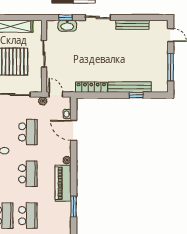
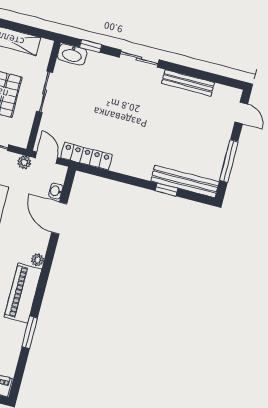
washbasin: (67, 26) -> (72, 54), moved
locker: (91, 87) -> (86, 156), moved
bench: (130, 87) -> (185, 181), moved

